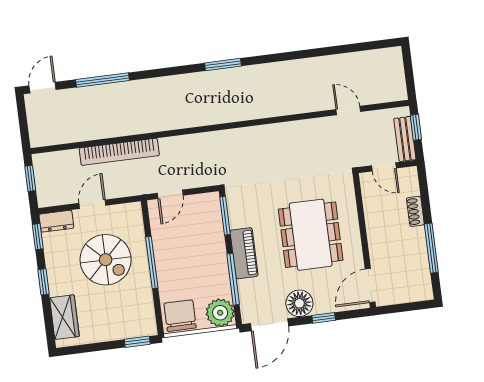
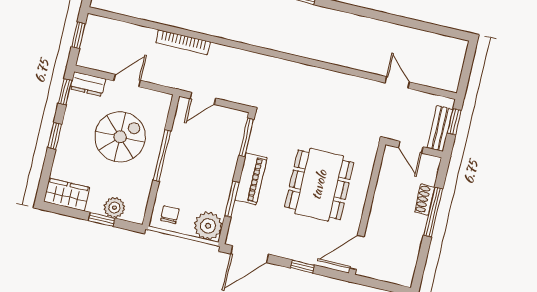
bookcase: (119, 152) -> (183, 42), width x0.68, depth x0.76
window: (431, 248) -> (433, 212), moved
spiral stairs: (106, 260) -> (120, 137), turned -90
window: (233, 279) -> (232, 199), width x0.69
floor lamp: (299, 303) -> (285, 245), removed
chair: (180, 316) -> (170, 215), width x0.54, depth x0.54
wardrobe: (64, 317) -> (67, 195), moved, turned -90
plant: (125, 329) -> (114, 208), added
window: (137, 342) -> (102, 219), moved

